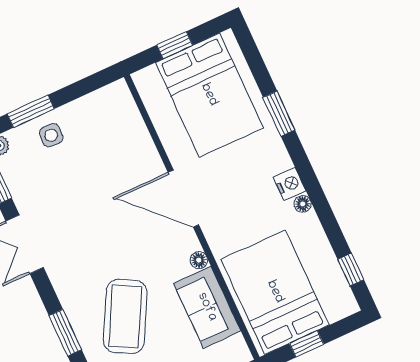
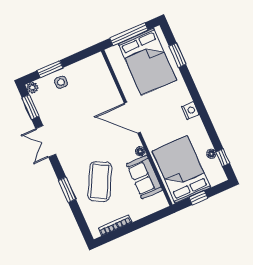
window: (175, 45) -> (129, 34), width x2.17
window: (279, 114) -> (177, 55), moved
floor lamp: (303, 204) -> (211, 154), moved

